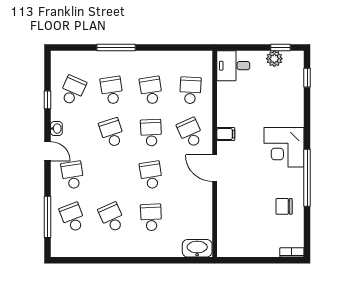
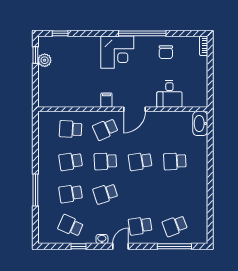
desk: (233, 66) -> (169, 94), moved
school desk: (112, 217) -> (175, 194), removed

